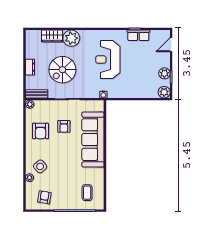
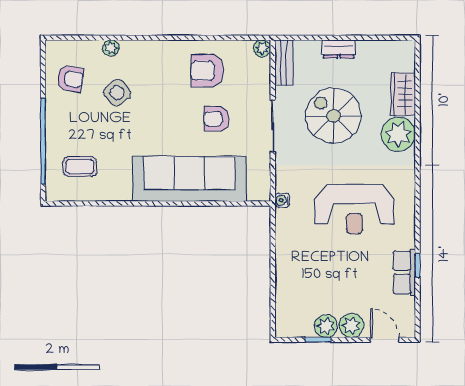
reception desk: (108, 59) -> (354, 209), turned 180
plant: (164, 92) -> (351, 325), moved
side table: (40, 166) -> (117, 93), moved

